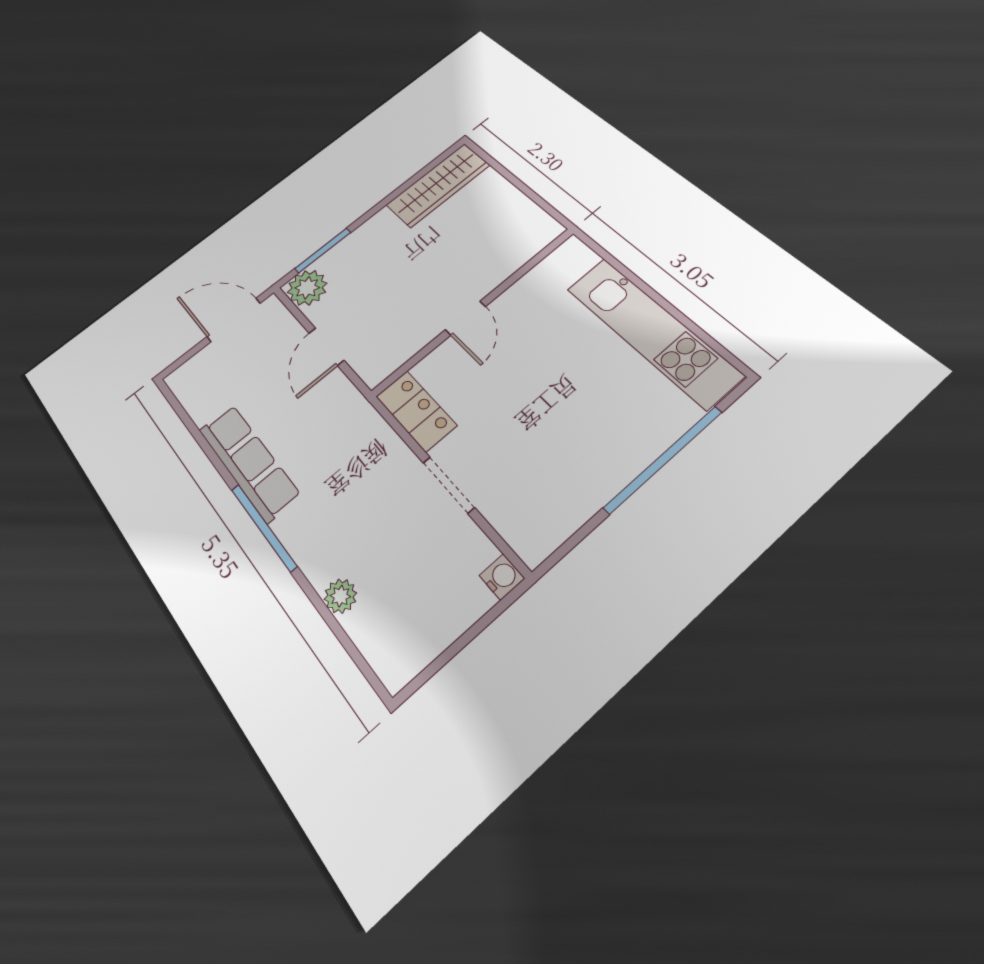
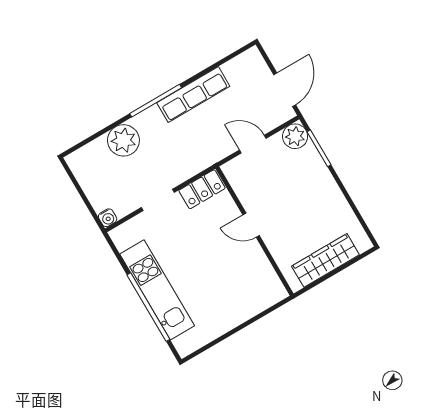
wardrobe: (438, 185) -> (325, 260), moved, turned 90
kitchen unit: (652, 331) -> (157, 290), moved, turned 90
plant: (340, 596) -> (123, 140), width x1.87, depth x1.87

